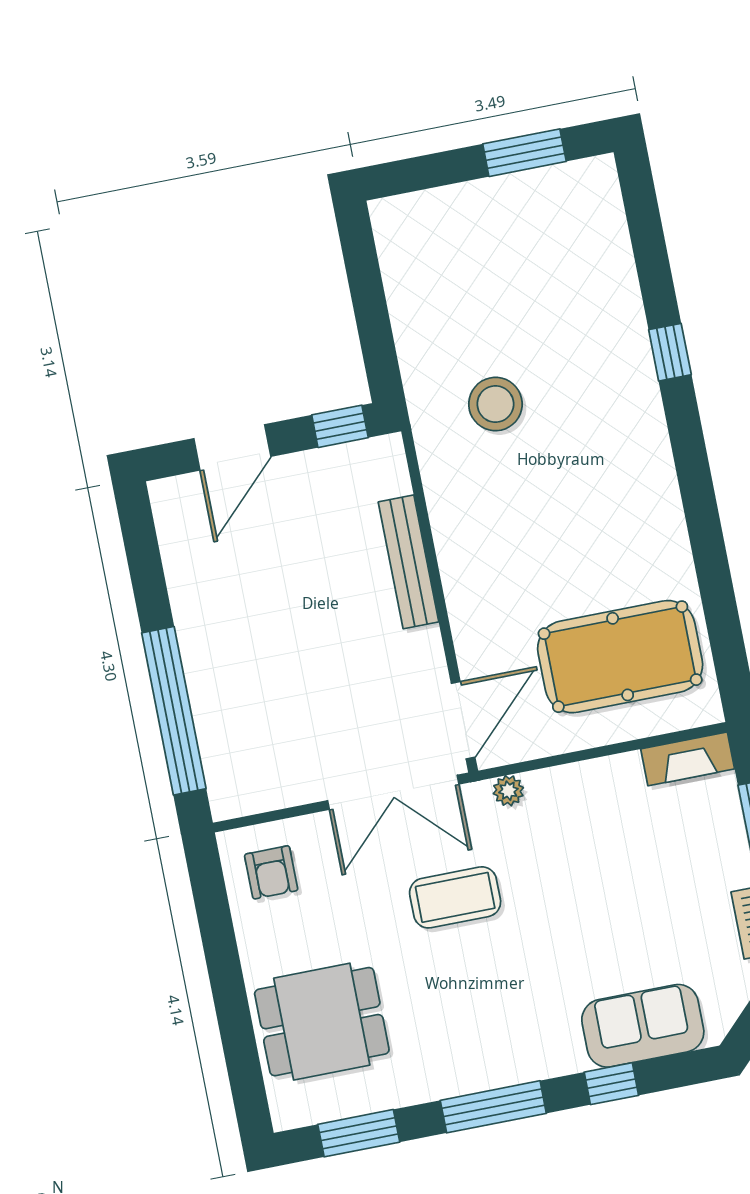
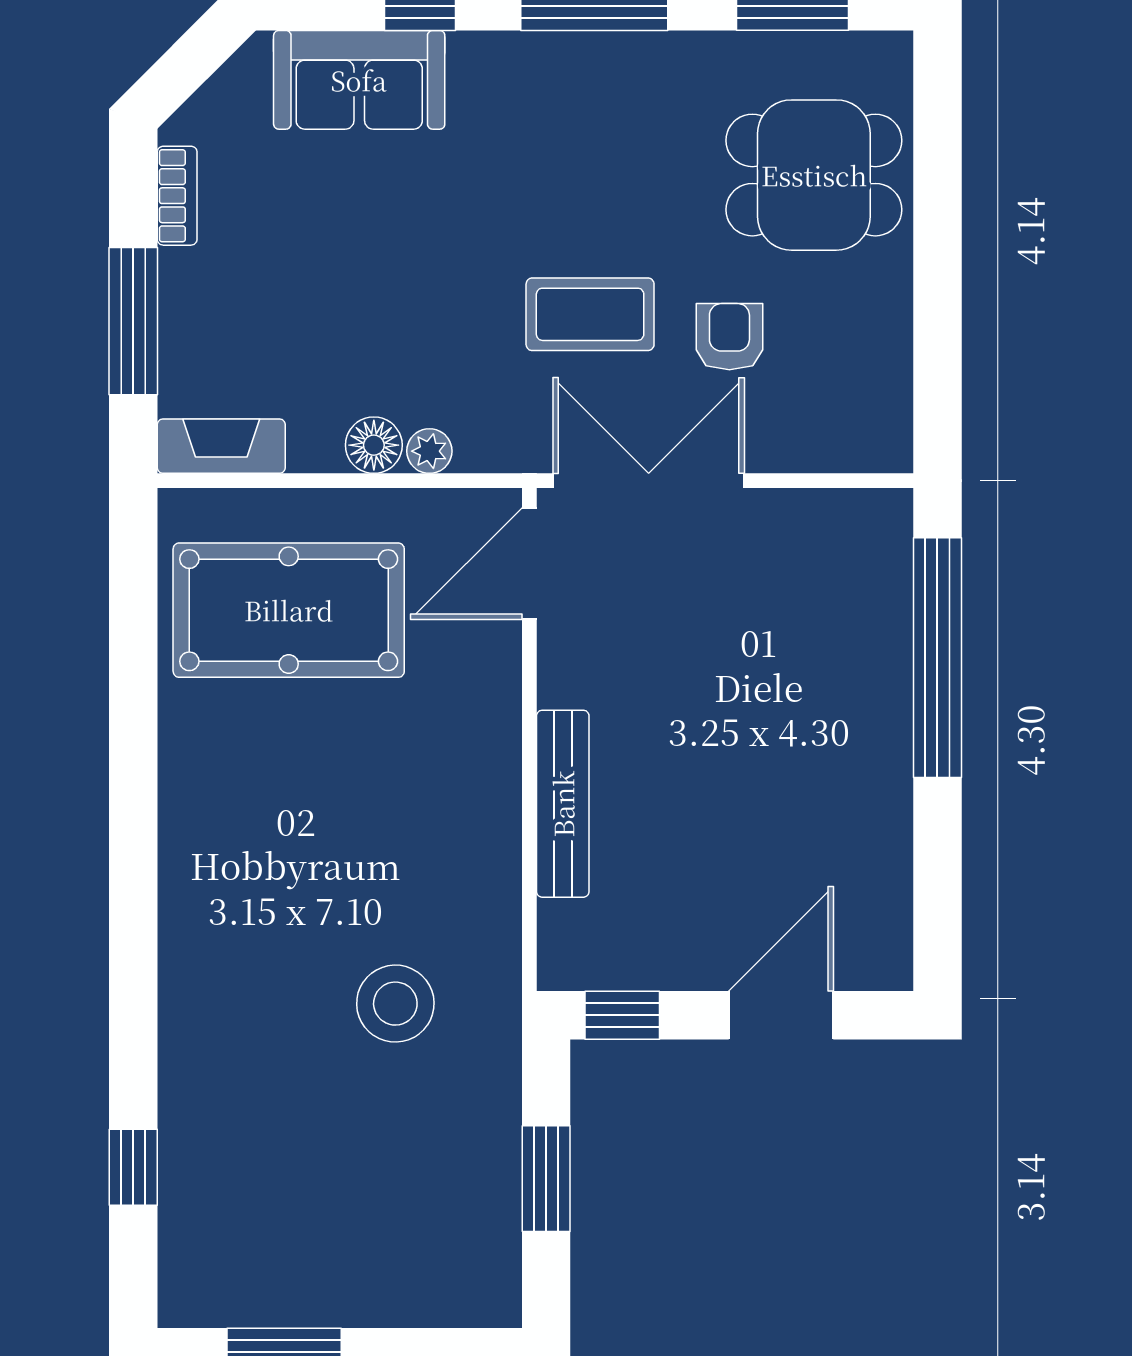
window: (370, 305) -> (546, 1179), added
window: (670, 352) -> (133, 1167), moved
floor lamp: (584, 780) -> (374, 445), added
plant: (508, 791) -> (429, 451), moved
armchair: (271, 872) -> (729, 337), moved

